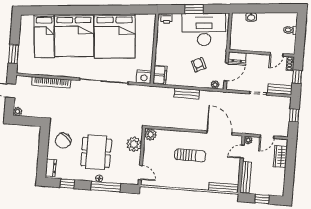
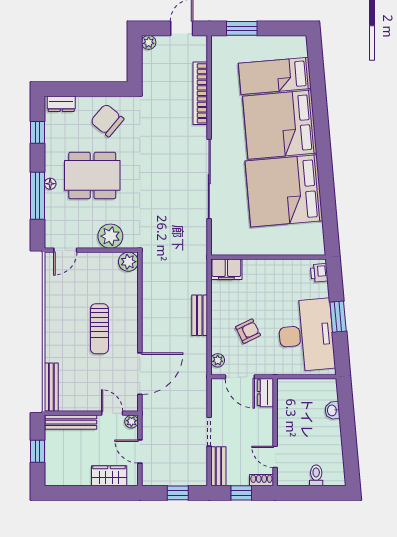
nightstand: (144, 77) -> (221, 244), removed

